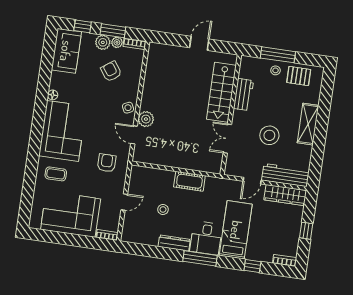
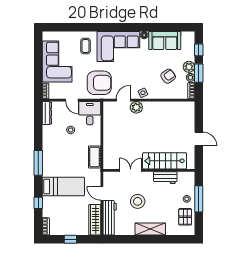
sofa: (66, 51) -> (165, 41), moved
armchair: (107, 163) -> (99, 83), width x1.88, depth x1.88
cot: (189, 181) -> (95, 157), moved
desk: (206, 238) -> (90, 113), moved, turned 90
dresser: (174, 243) -> (47, 113), moved

